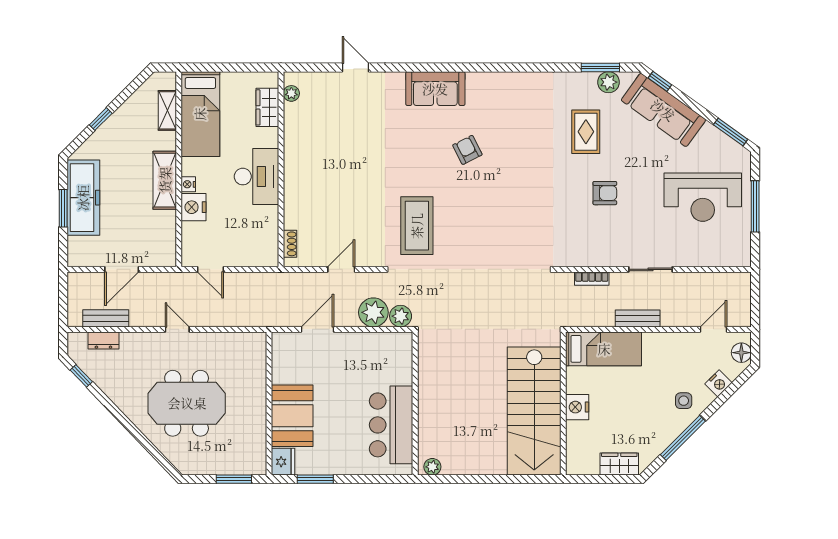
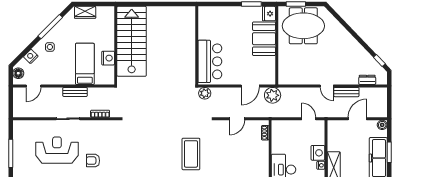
reception desk: (703, 197) -> (57, 150), moved
coffee table: (417, 226) -> (191, 154), moved
boiler: (76, 258) -> (382, 125), added
plant: (373, 312) -> (273, 95), moved
bench: (106, 318) -> (346, 92), moved
bed: (604, 349) -> (85, 64), moved, turned 90
meeting table: (187, 403) -> (303, 26), moved
nightstand: (577, 407) -> (108, 58), moved
bar counter: (391, 425) -> (210, 61), moved
plant: (432, 467) -> (187, 11), removed

